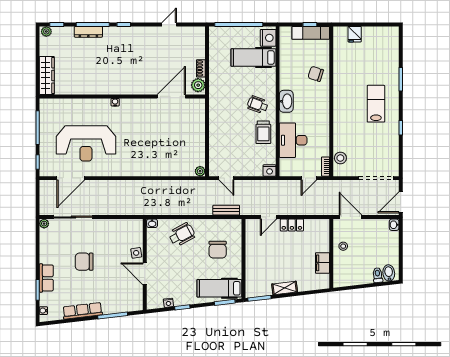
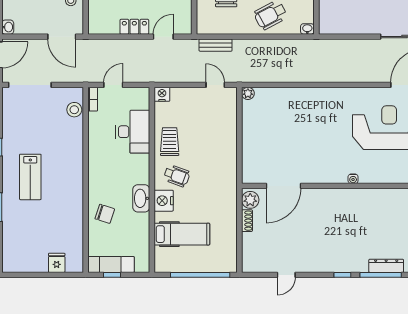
nightstand: (268, 38) -> (164, 201), moved
washbasin: (286, 101) -> (141, 198), moved

